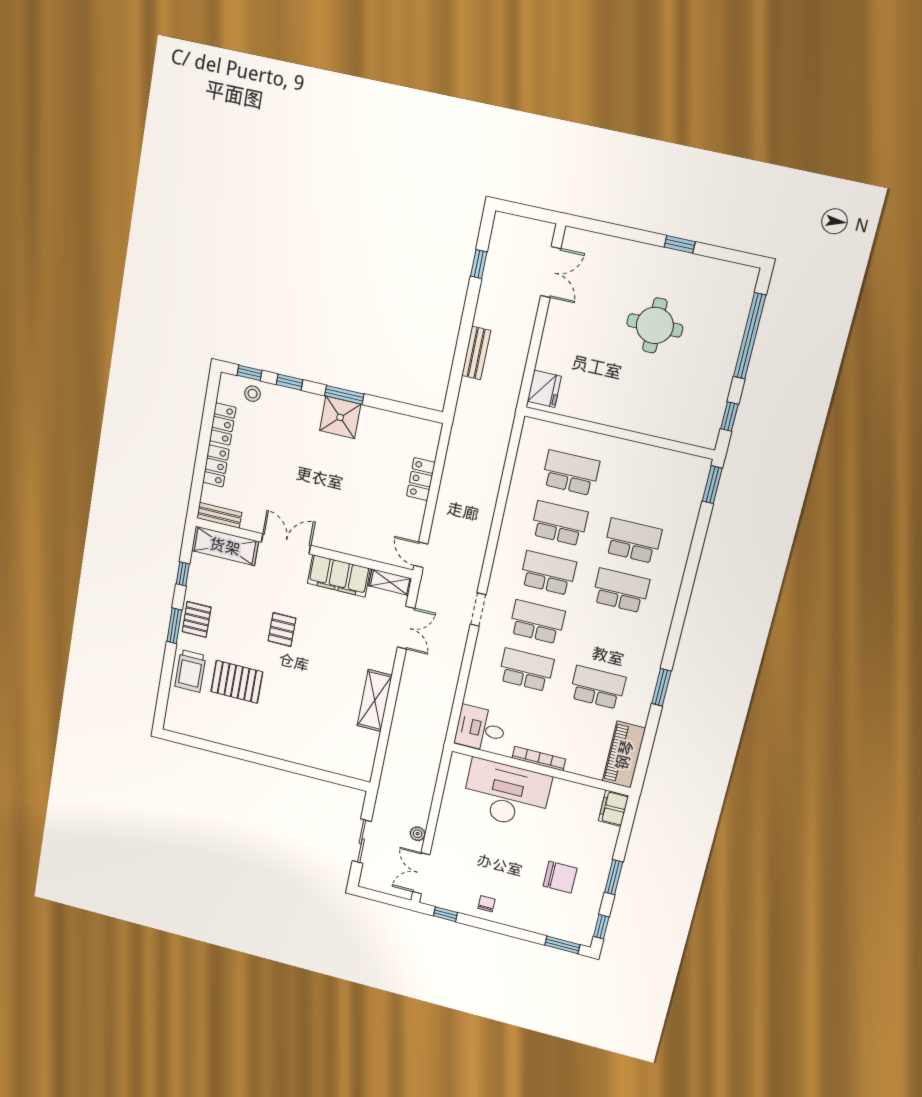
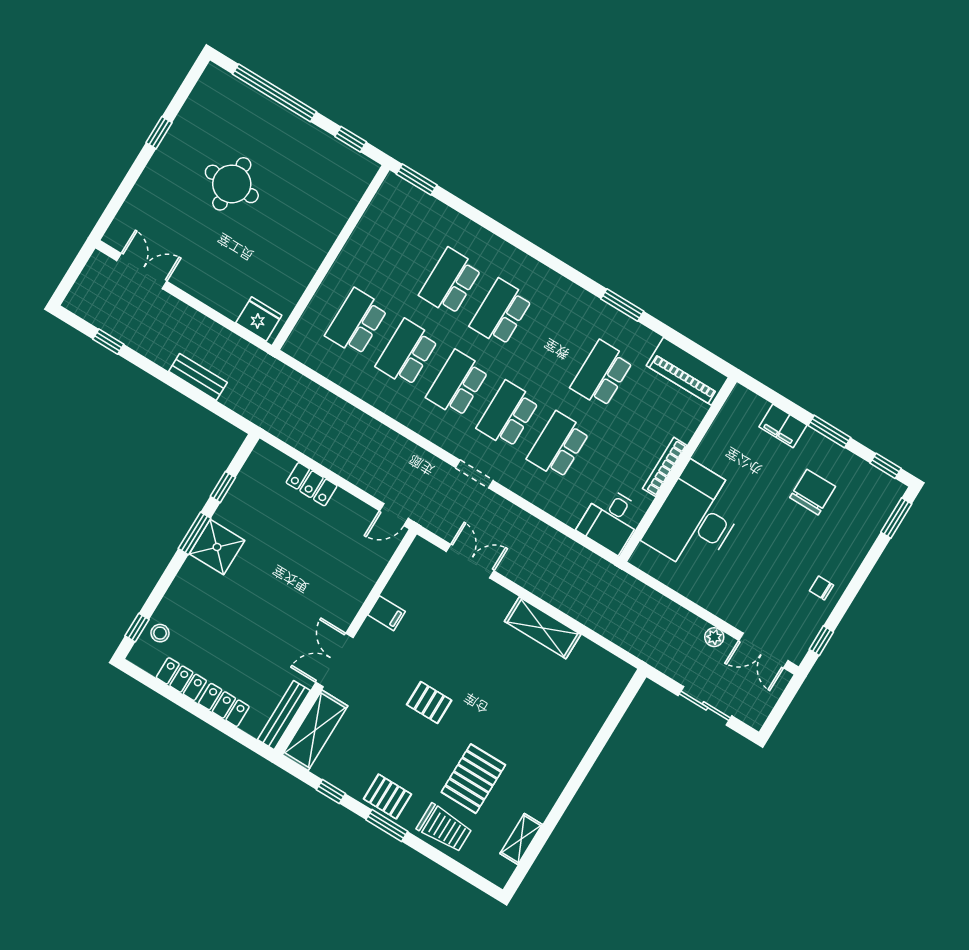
window: (289, 382) -> (223, 487), moved
bench: (219, 515) -> (284, 715), width x1.36
filing cabinet: (339, 576) -> (387, 613), width x0.33, depth x0.86
shelving: (390, 582) -> (521, 839), moved
filing cabinet: (613, 808) -> (783, 426), moved

